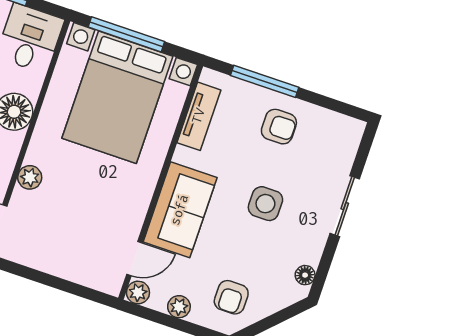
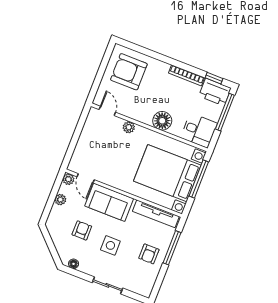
tv unit: (199, 116) -> (156, 214), width x1.41
armchair: (231, 297) -> (82, 230), moved, turned 90

